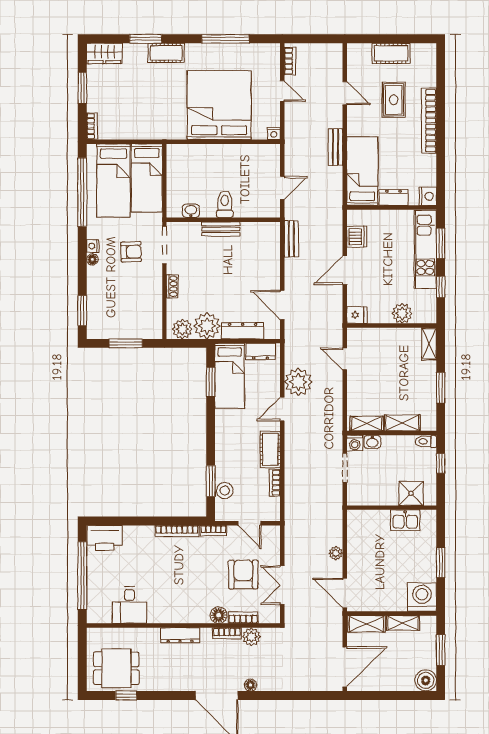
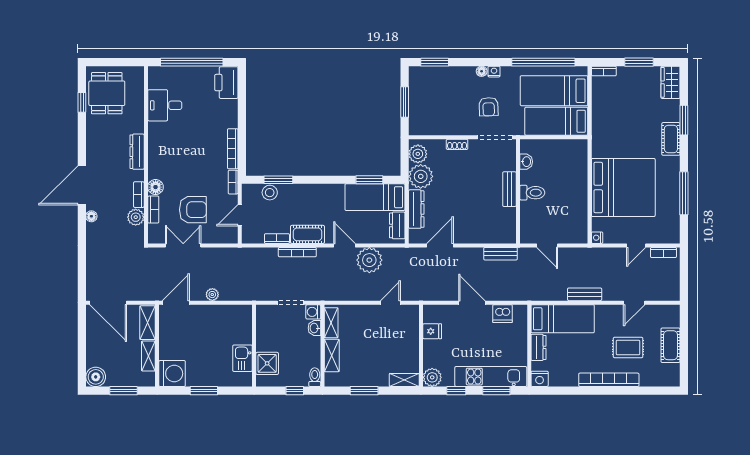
plant: (402, 313) -> (432, 377), moved
fridge: (357, 315) -> (432, 331), moved, turned -90
bookcase: (290, 460) -> (297, 252), added

